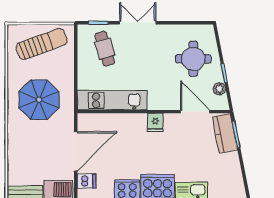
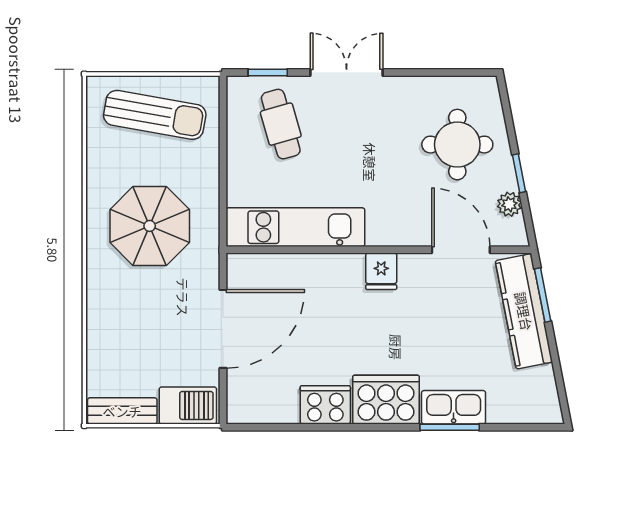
sun lounger: (42, 44) -> (155, 115), turned 30
kitchen counter: (225, 133) -> (524, 311), width x1.50
dishwasher: (86, 181) -> (244, 388), removed

